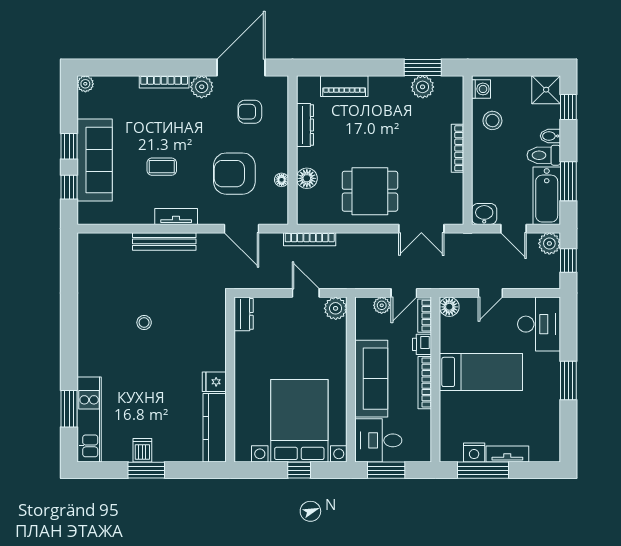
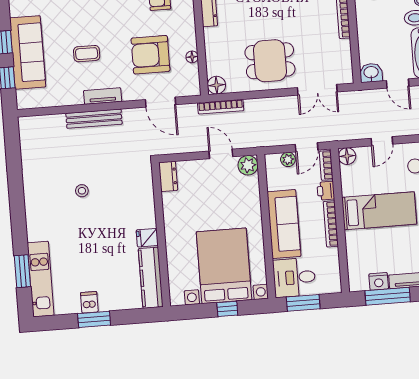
floor lamp: (307, 178) -> (216, 85), moved

